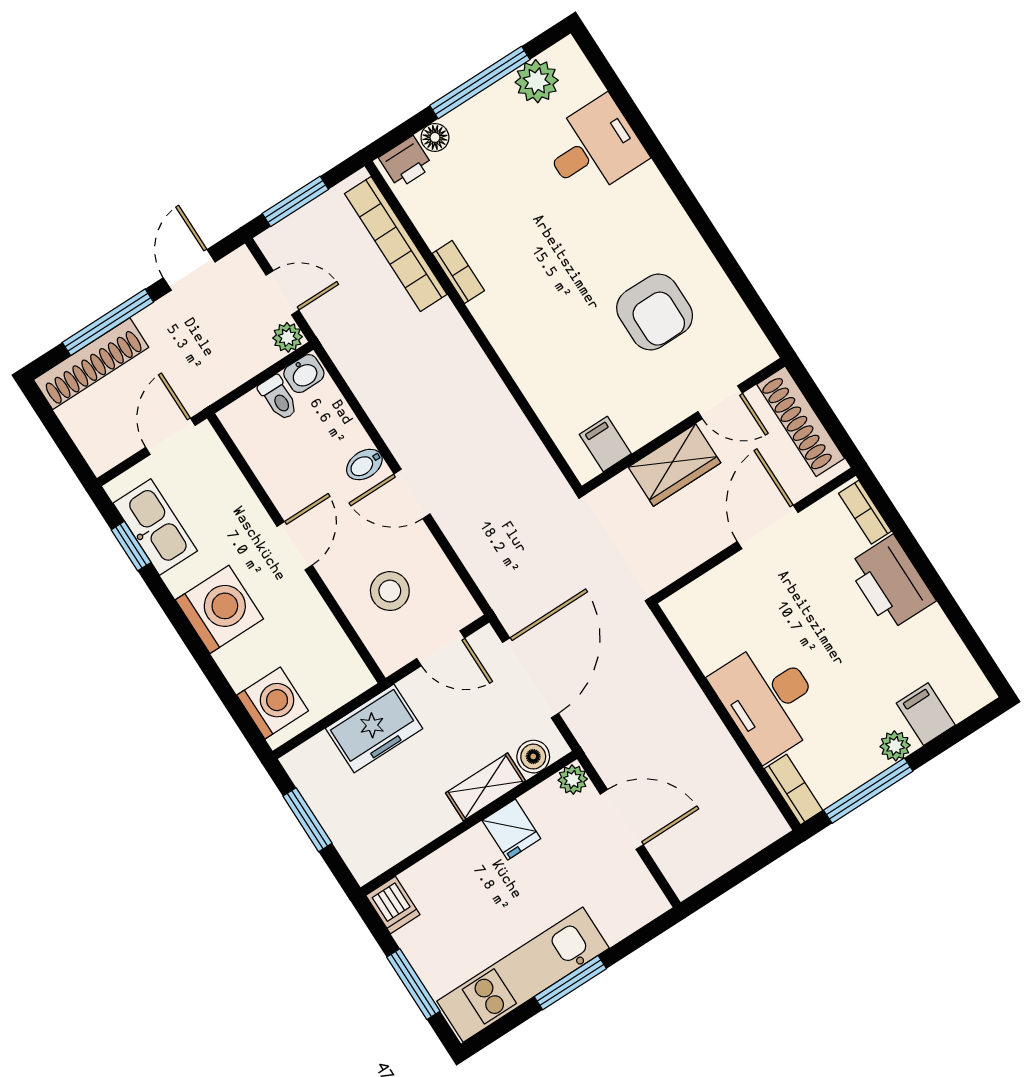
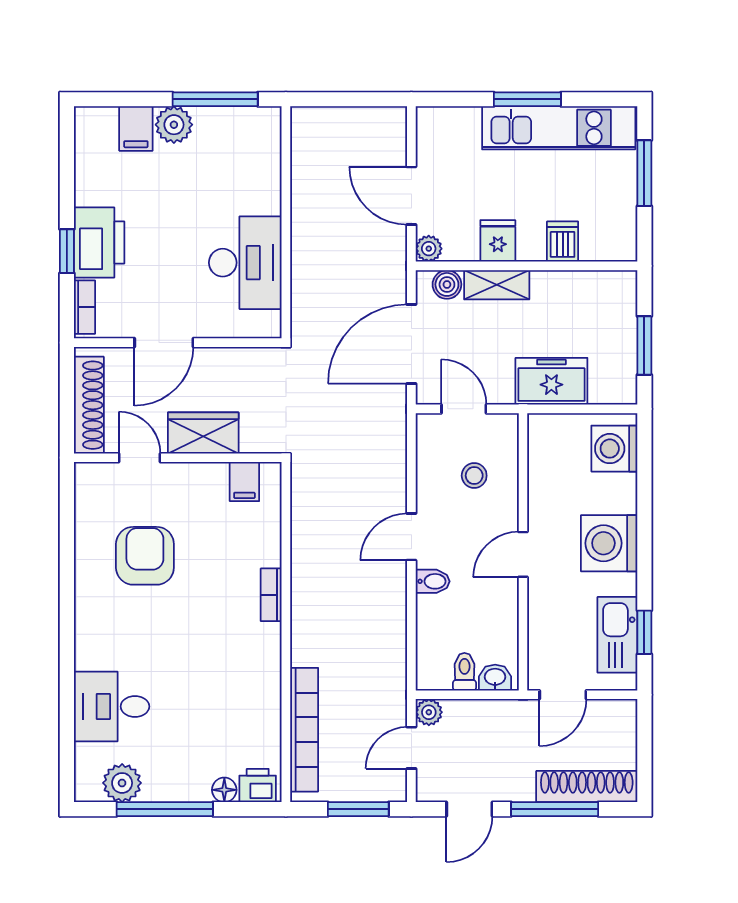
bookcase: (458, 272) -> (271, 595), moved
door: (282, 293) -> (411, 748), hinge flipped
washbasin: (304, 374) -> (495, 678), moved
door: (412, 494) -> (411, 537), swing flipped
window: (916, 555) -> (67, 251), added
stool: (390, 591) -> (474, 476), width x0.73, depth x0.73
desk: (769, 699) -> (245, 263), moved
plant: (895, 746) -> (174, 125), width x1.38, depth x1.38
bookcase: (794, 790) -> (270, 136), removed
dishwasher: (393, 905) -> (563, 242), moved

